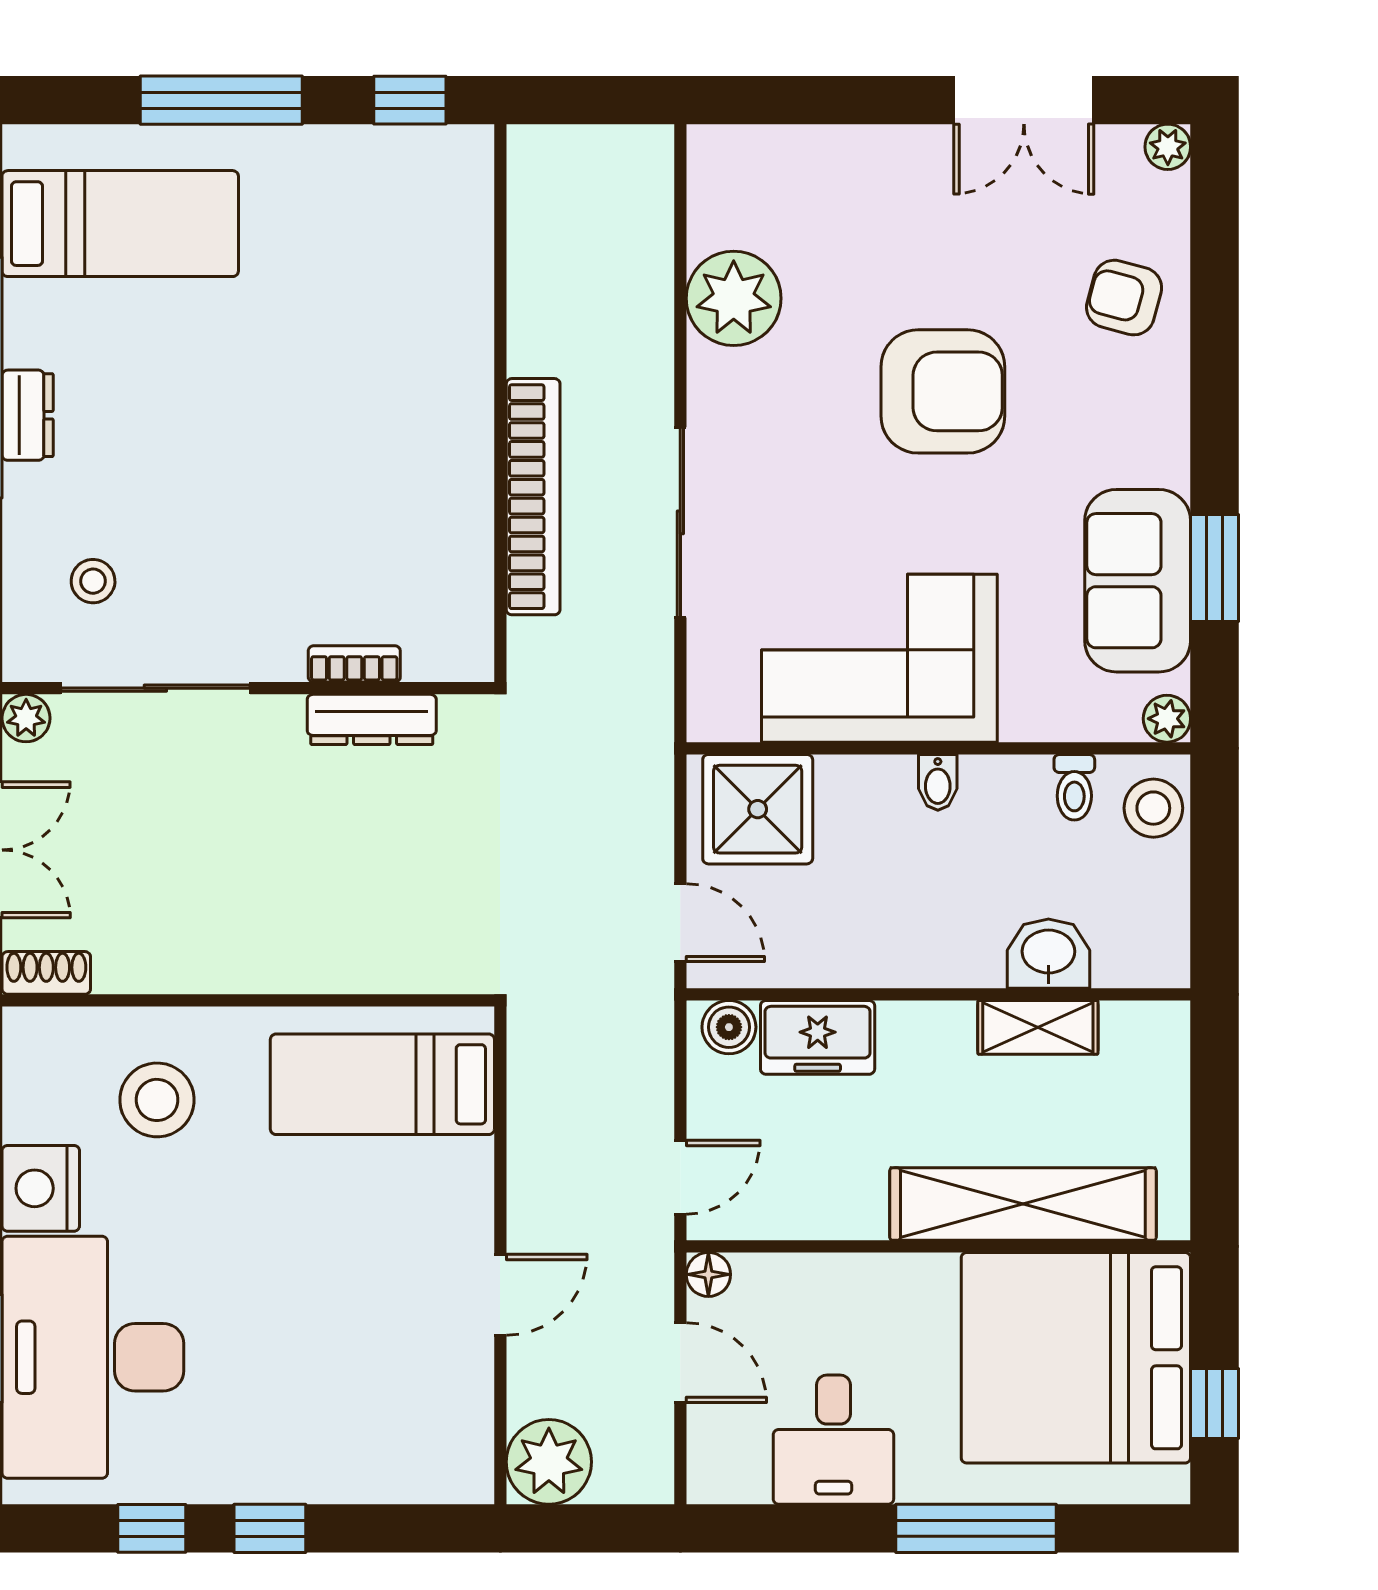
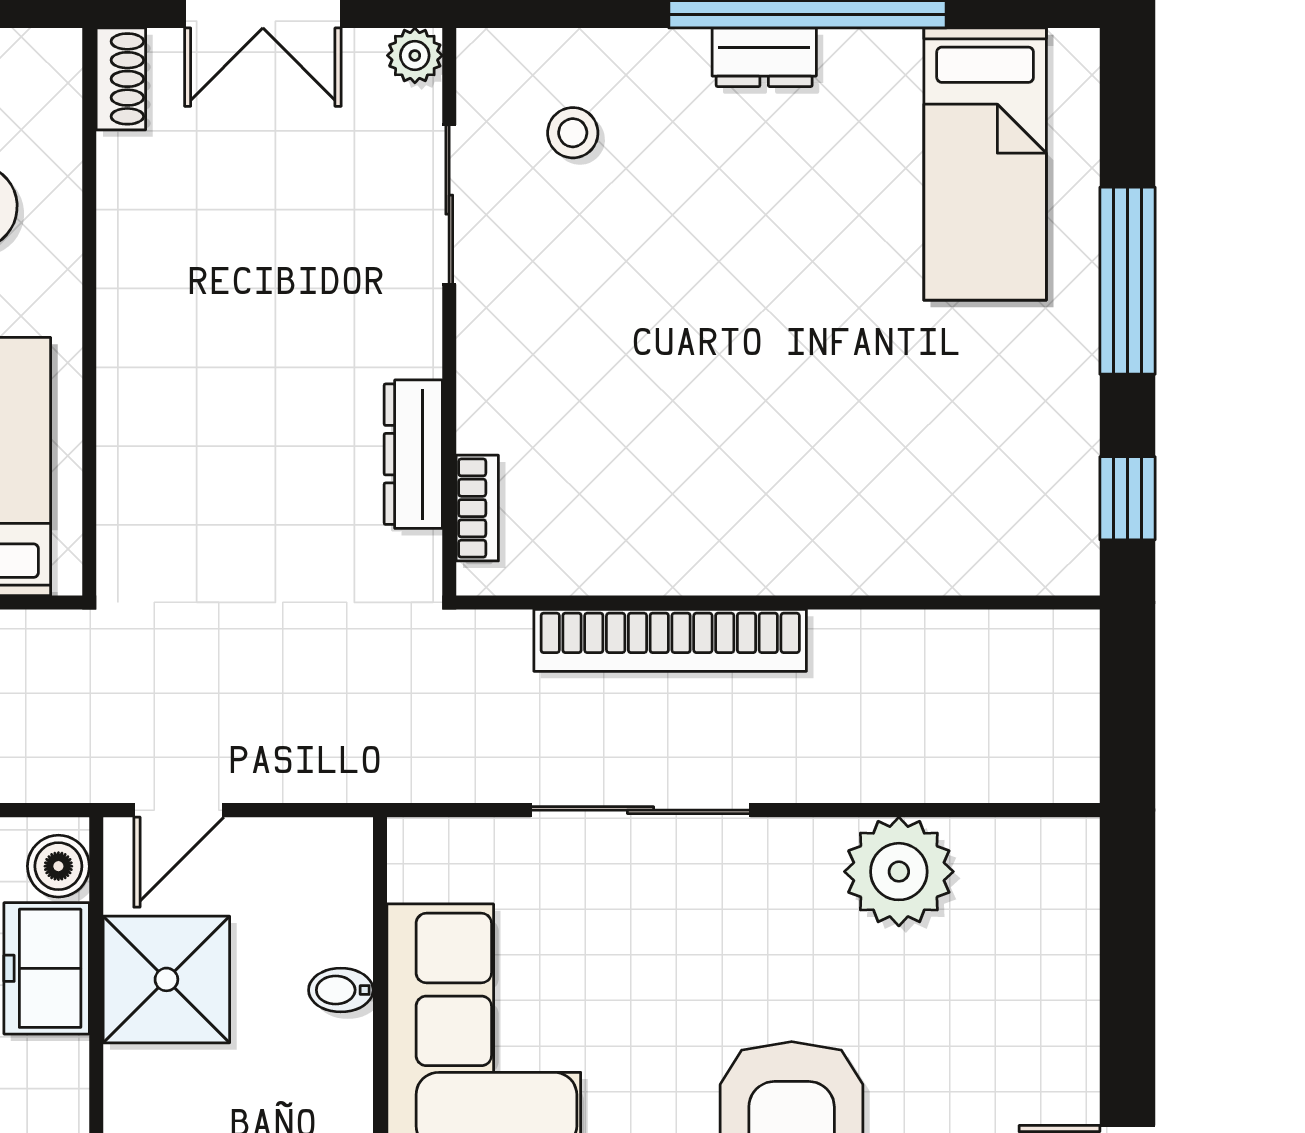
bookcase: (354, 664) -> (477, 508), moved
sliding door: (155, 688) -> (449, 205), width x0.73
bidet: (938, 782) -> (341, 990), moved
shower: (758, 809) -> (166, 979), moved

